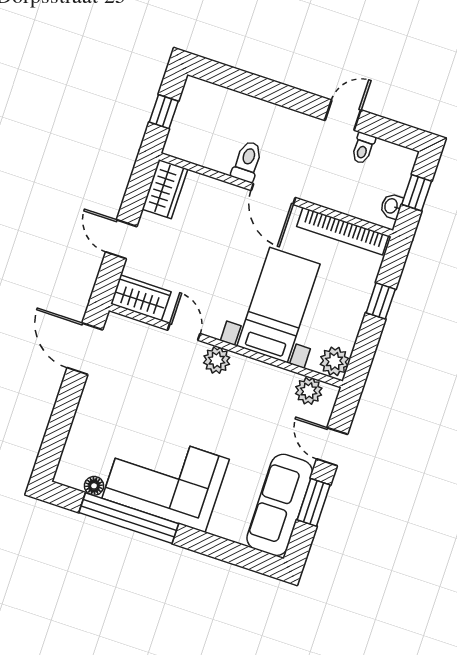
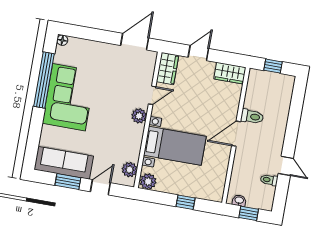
bookcase: (343, 231) -> (221, 175), removed
floor lamp: (94, 486) -> (62, 40), moved

